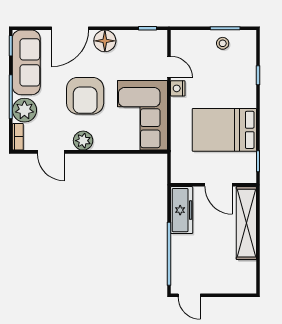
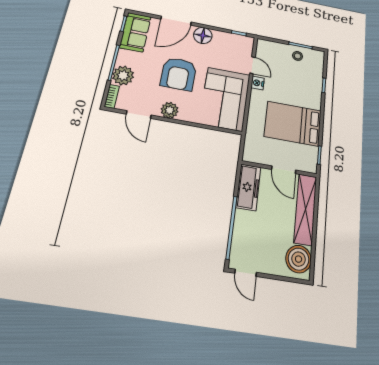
sofa: (26, 62) -> (135, 32), width x0.73
boiler: (243, 274) -> (299, 259), added

